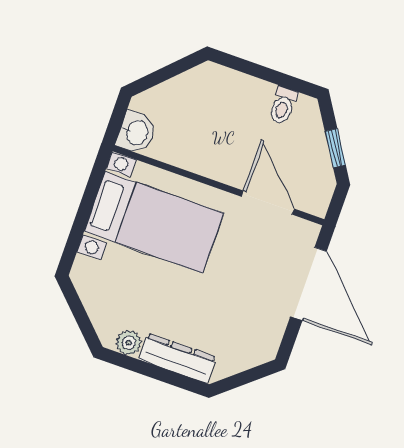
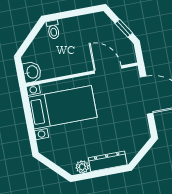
toilet: (283, 106) -> (53, 30), moved

